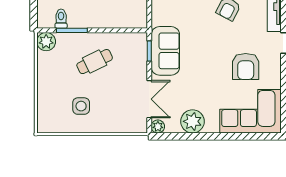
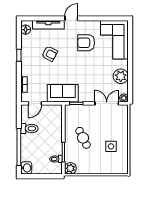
sofa: (165, 51) -> (63, 93), moved
armchair: (246, 66) -> (86, 43), turned 180

